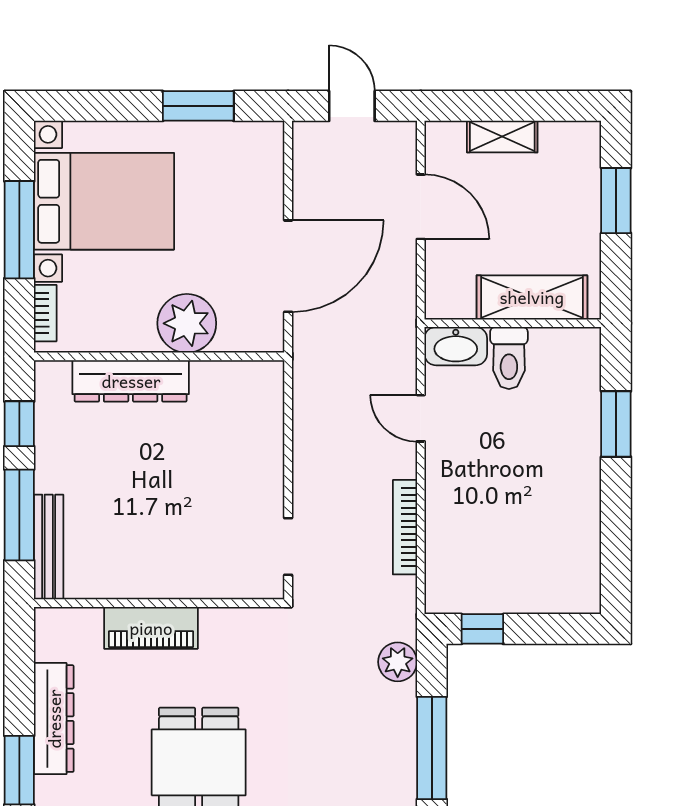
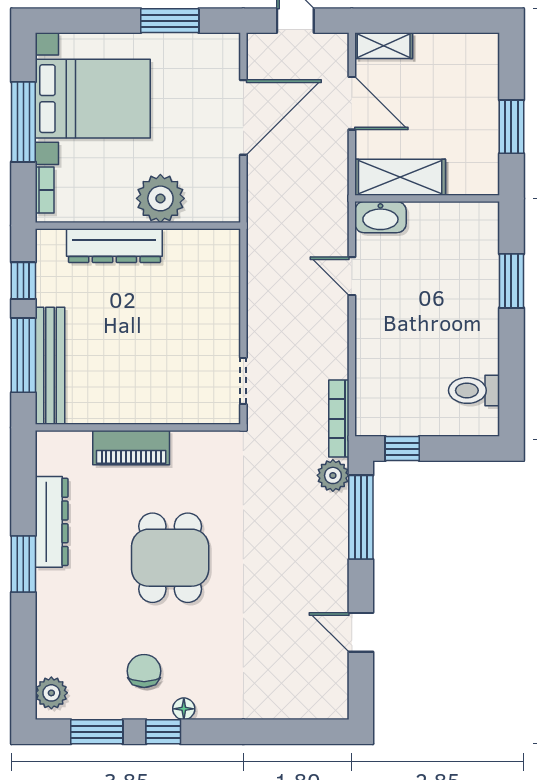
shelving: (502, 137) -> (384, 46), moved
window: (616, 201) -> (511, 127), moved
door: (288, 266) -> (243, 117), moved
shelving: (532, 297) -> (400, 177), moved
toilet: (509, 358) -> (474, 390), moved, turned 90
bookcase: (405, 527) -> (339, 419), moved
bench: (49, 547) -> (50, 366), width x1.37, depth x1.21
window: (432, 748) -> (361, 517), moved

